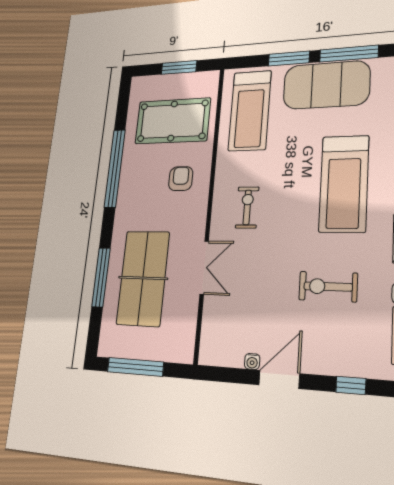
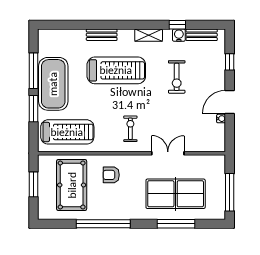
exercise bike: (247, 207) -> (130, 129), turned 90
door: (279, 379) -> (230, 102), hinge flipped

